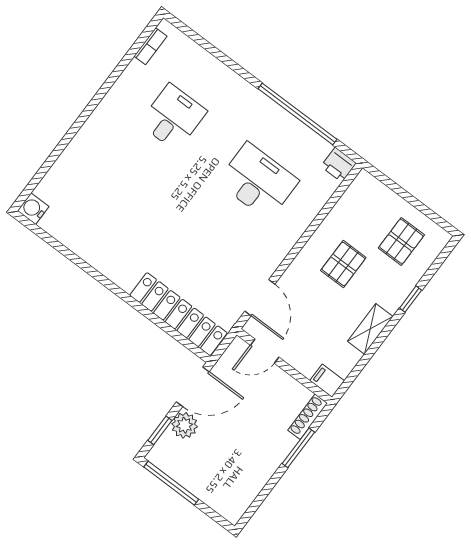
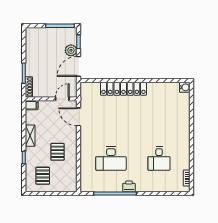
printer: (339, 165) -> (129, 186), moved
locker: (178, 314) -> (123, 89), moved

